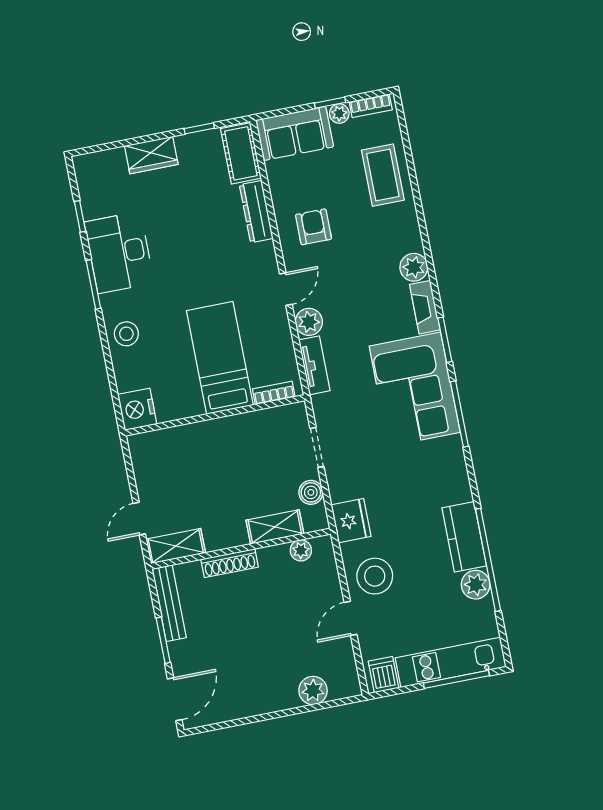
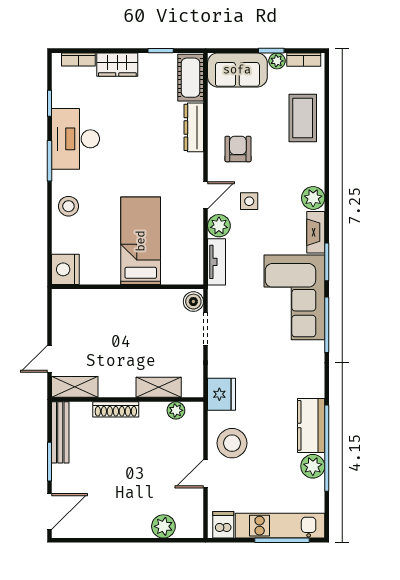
side table: (339, 286) -> (249, 201), added
bookcase: (274, 393) -> (78, 60), moved, turned 180
boiler: (311, 492) -> (193, 302), moved

